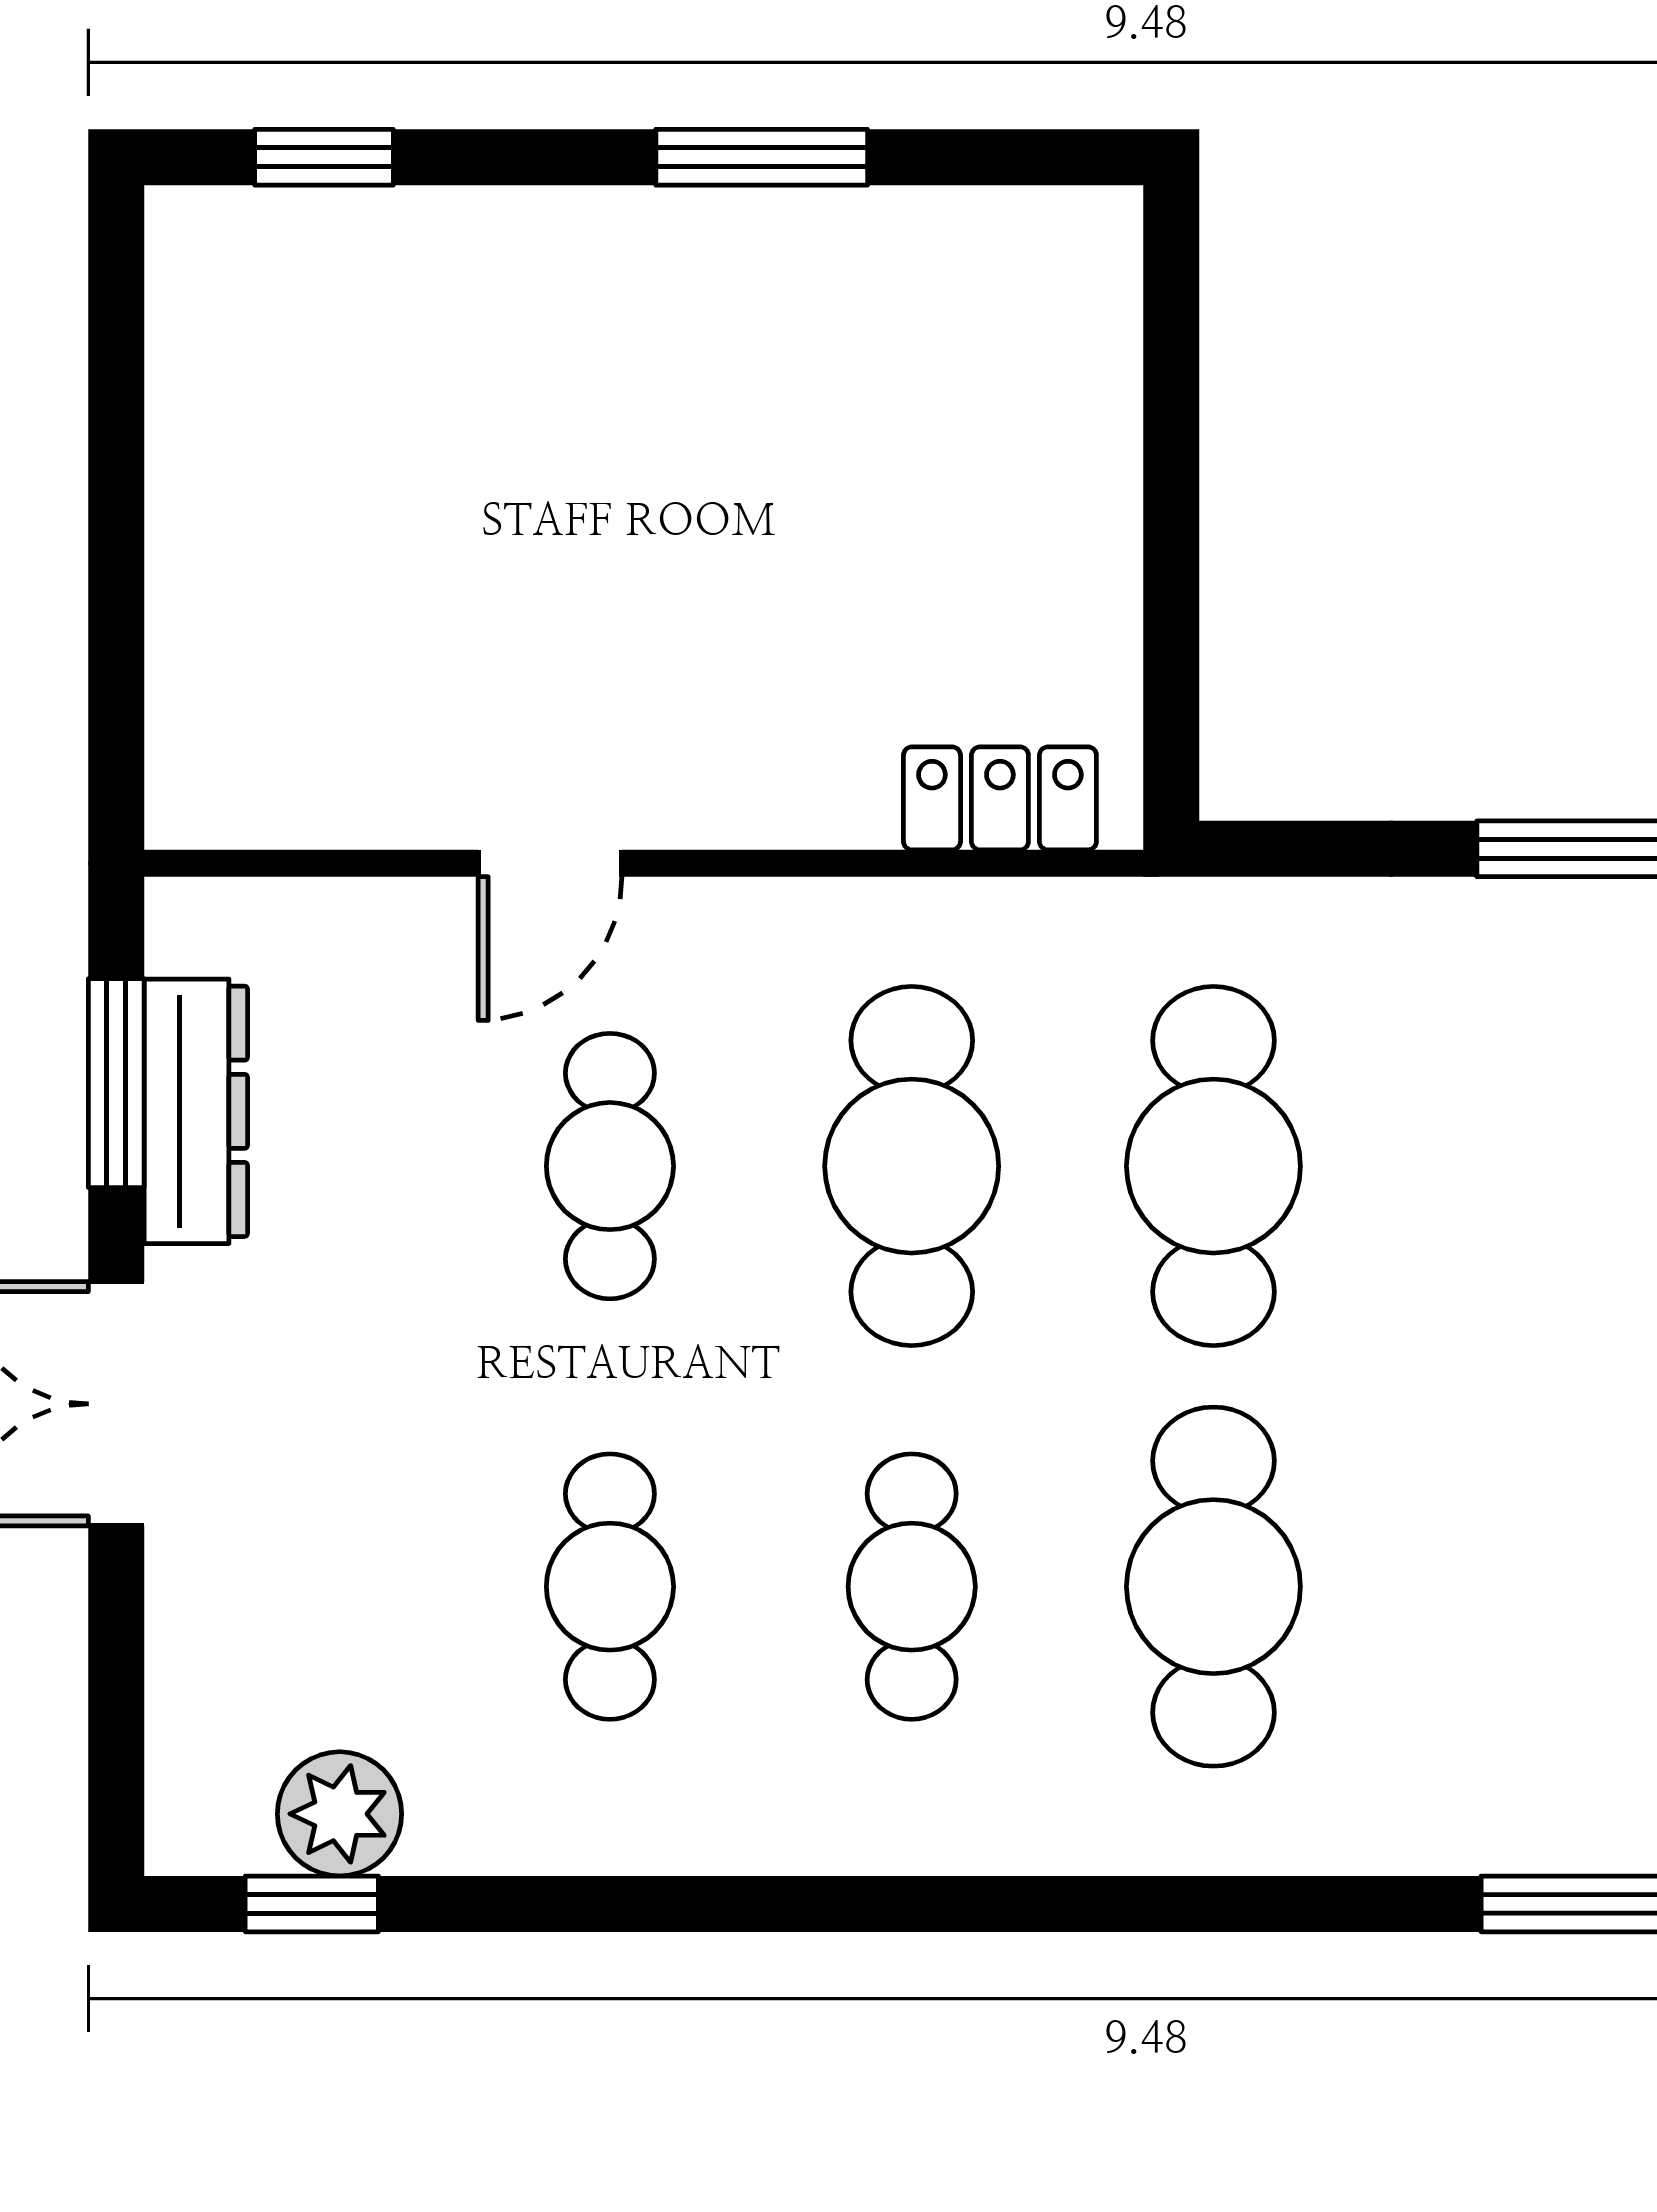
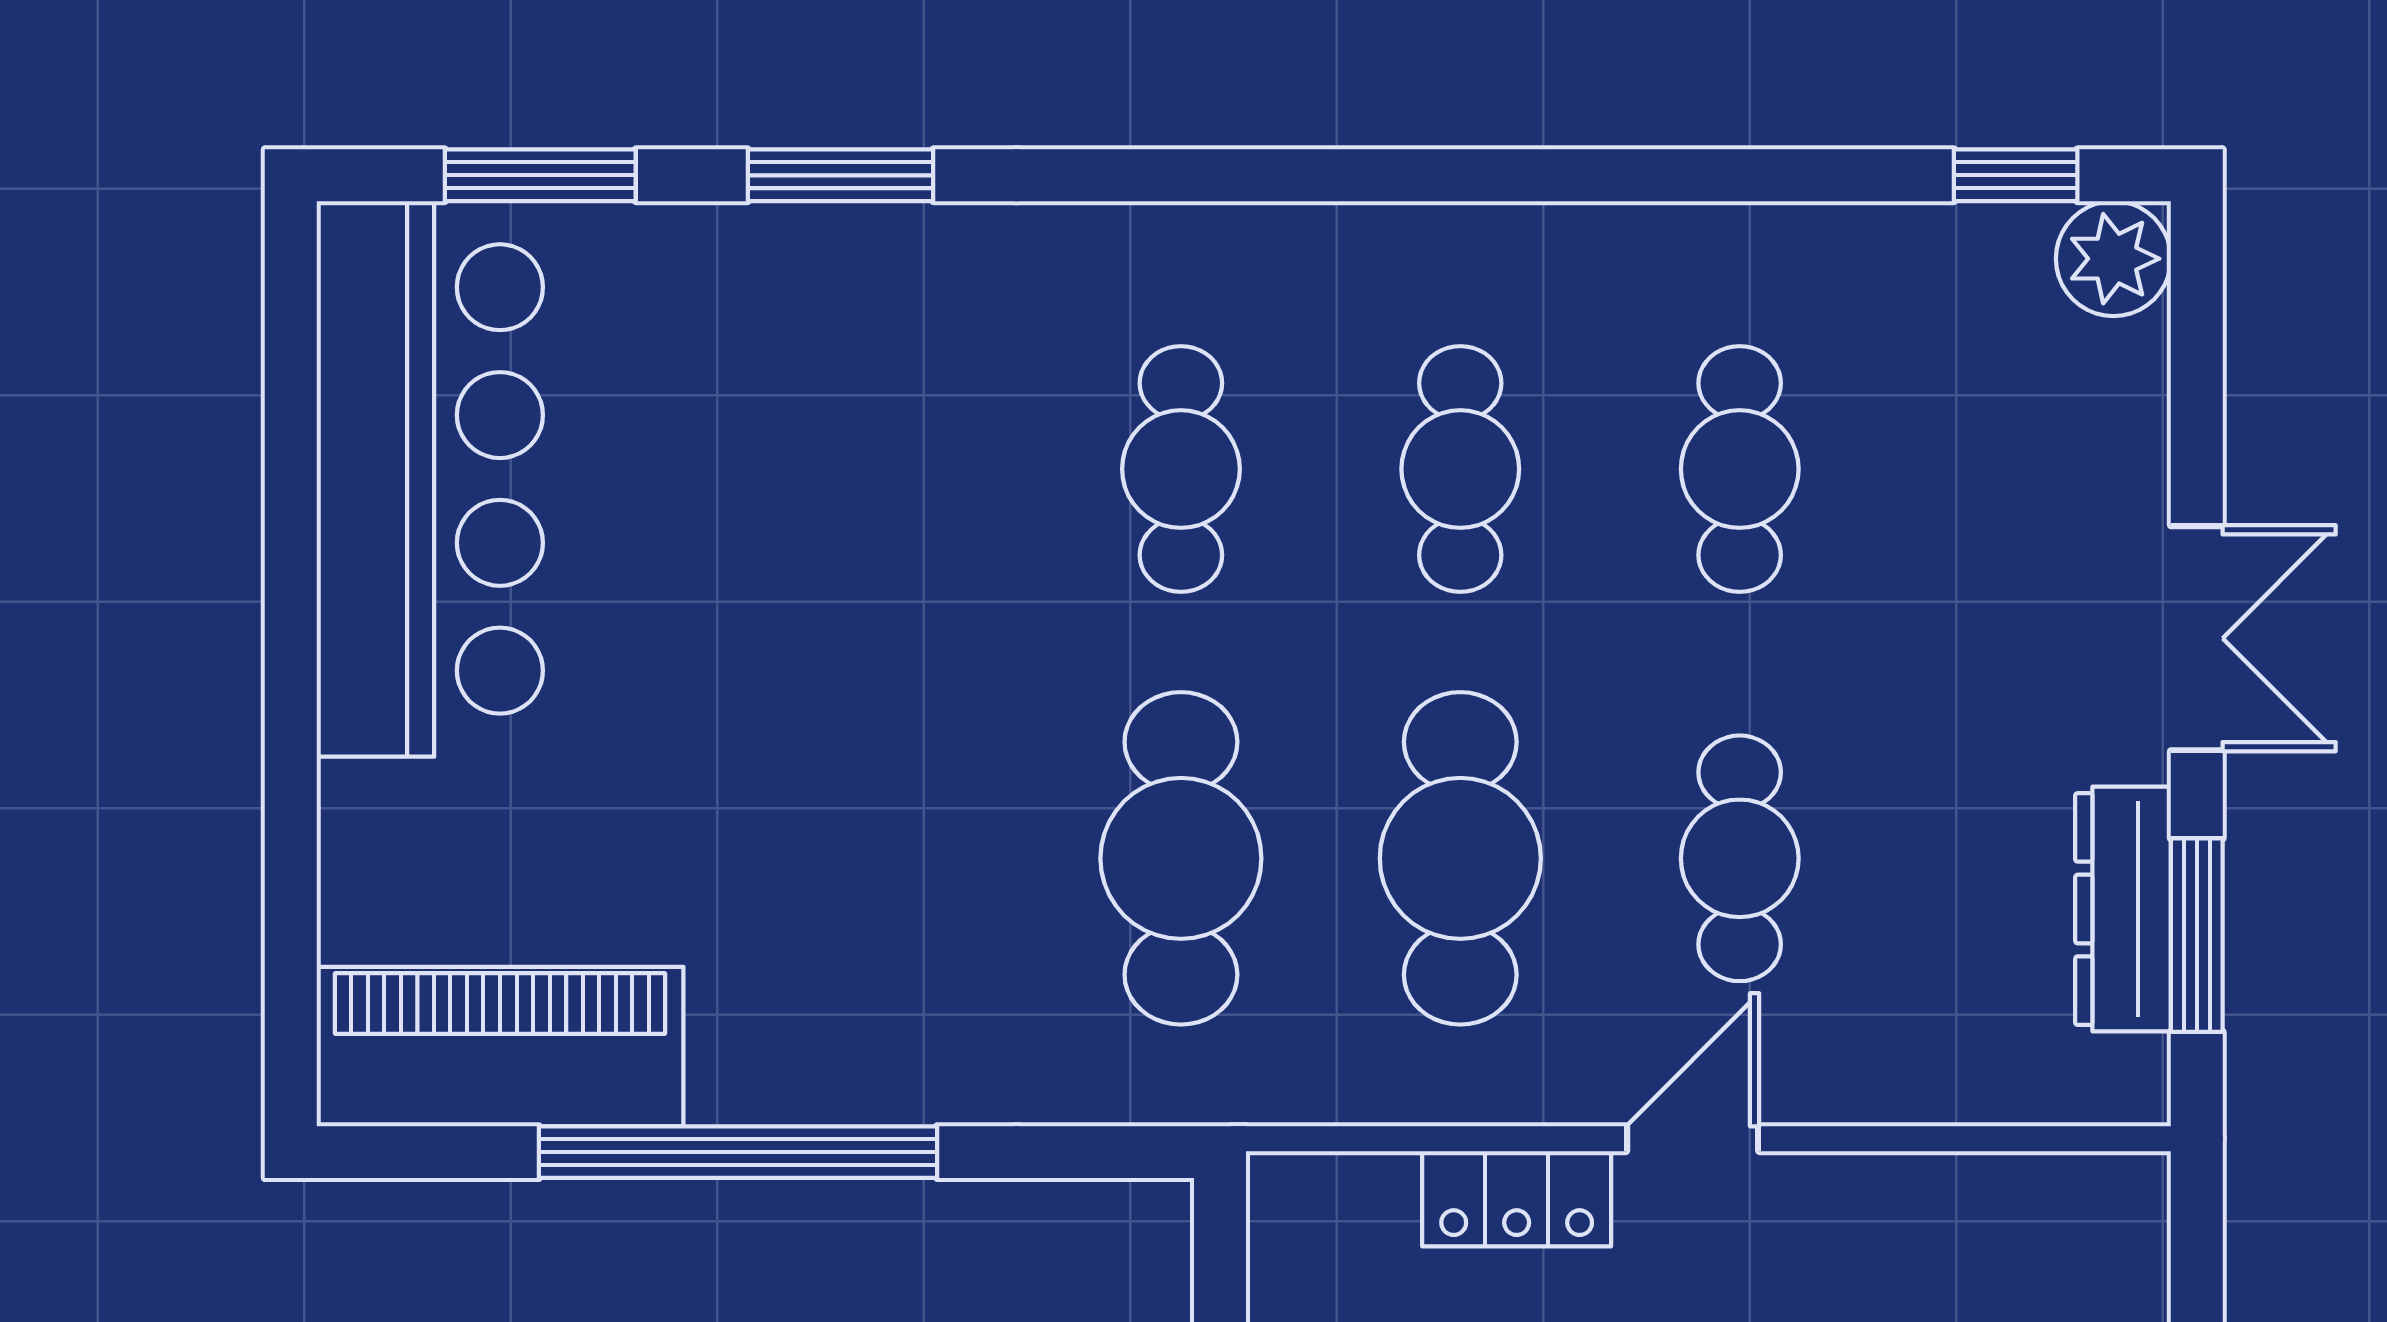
locker: (1000, 798) -> (1517, 1199), moved
door: (550, 863) -> (1693, 1139), moved
cafe table: (1213, 1587) -> (1181, 469), width x0.73, depth x0.74
plant: (340, 1814) -> (2113, 259), moved

